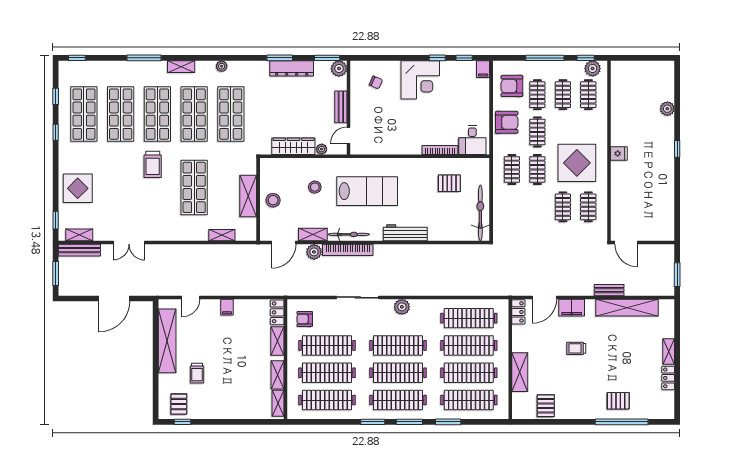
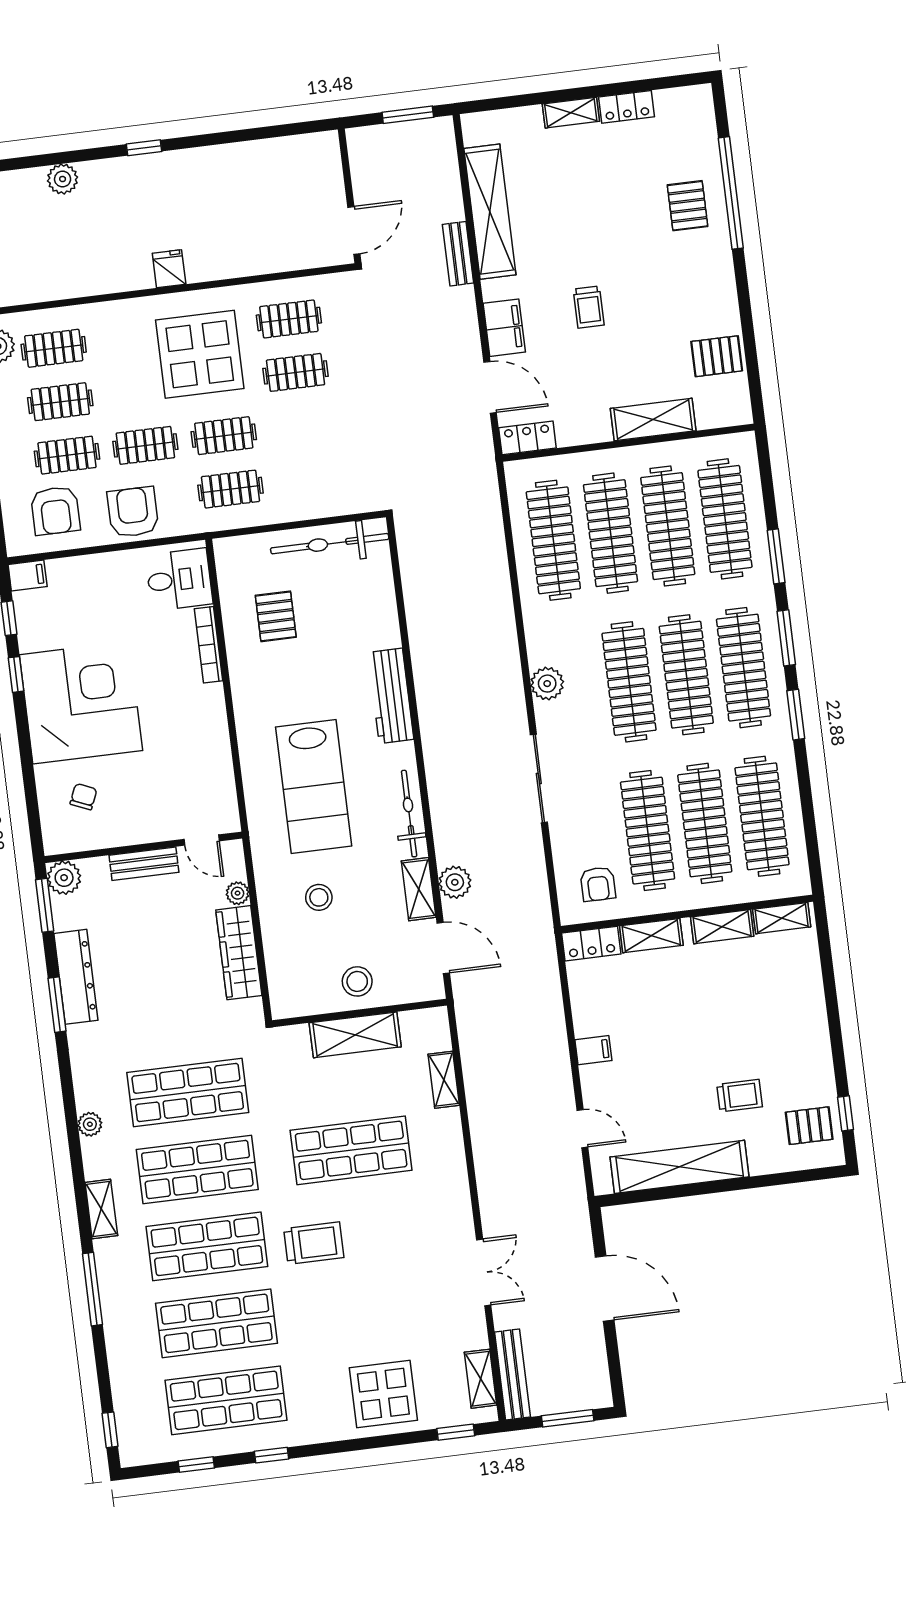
corner desk: (420, 80) -> (81, 703), width x1.36, depth x1.36
lab bench: (367, 191) -> (314, 786), turned 180
bookcase: (348, 250) -> (442, 812), removed

